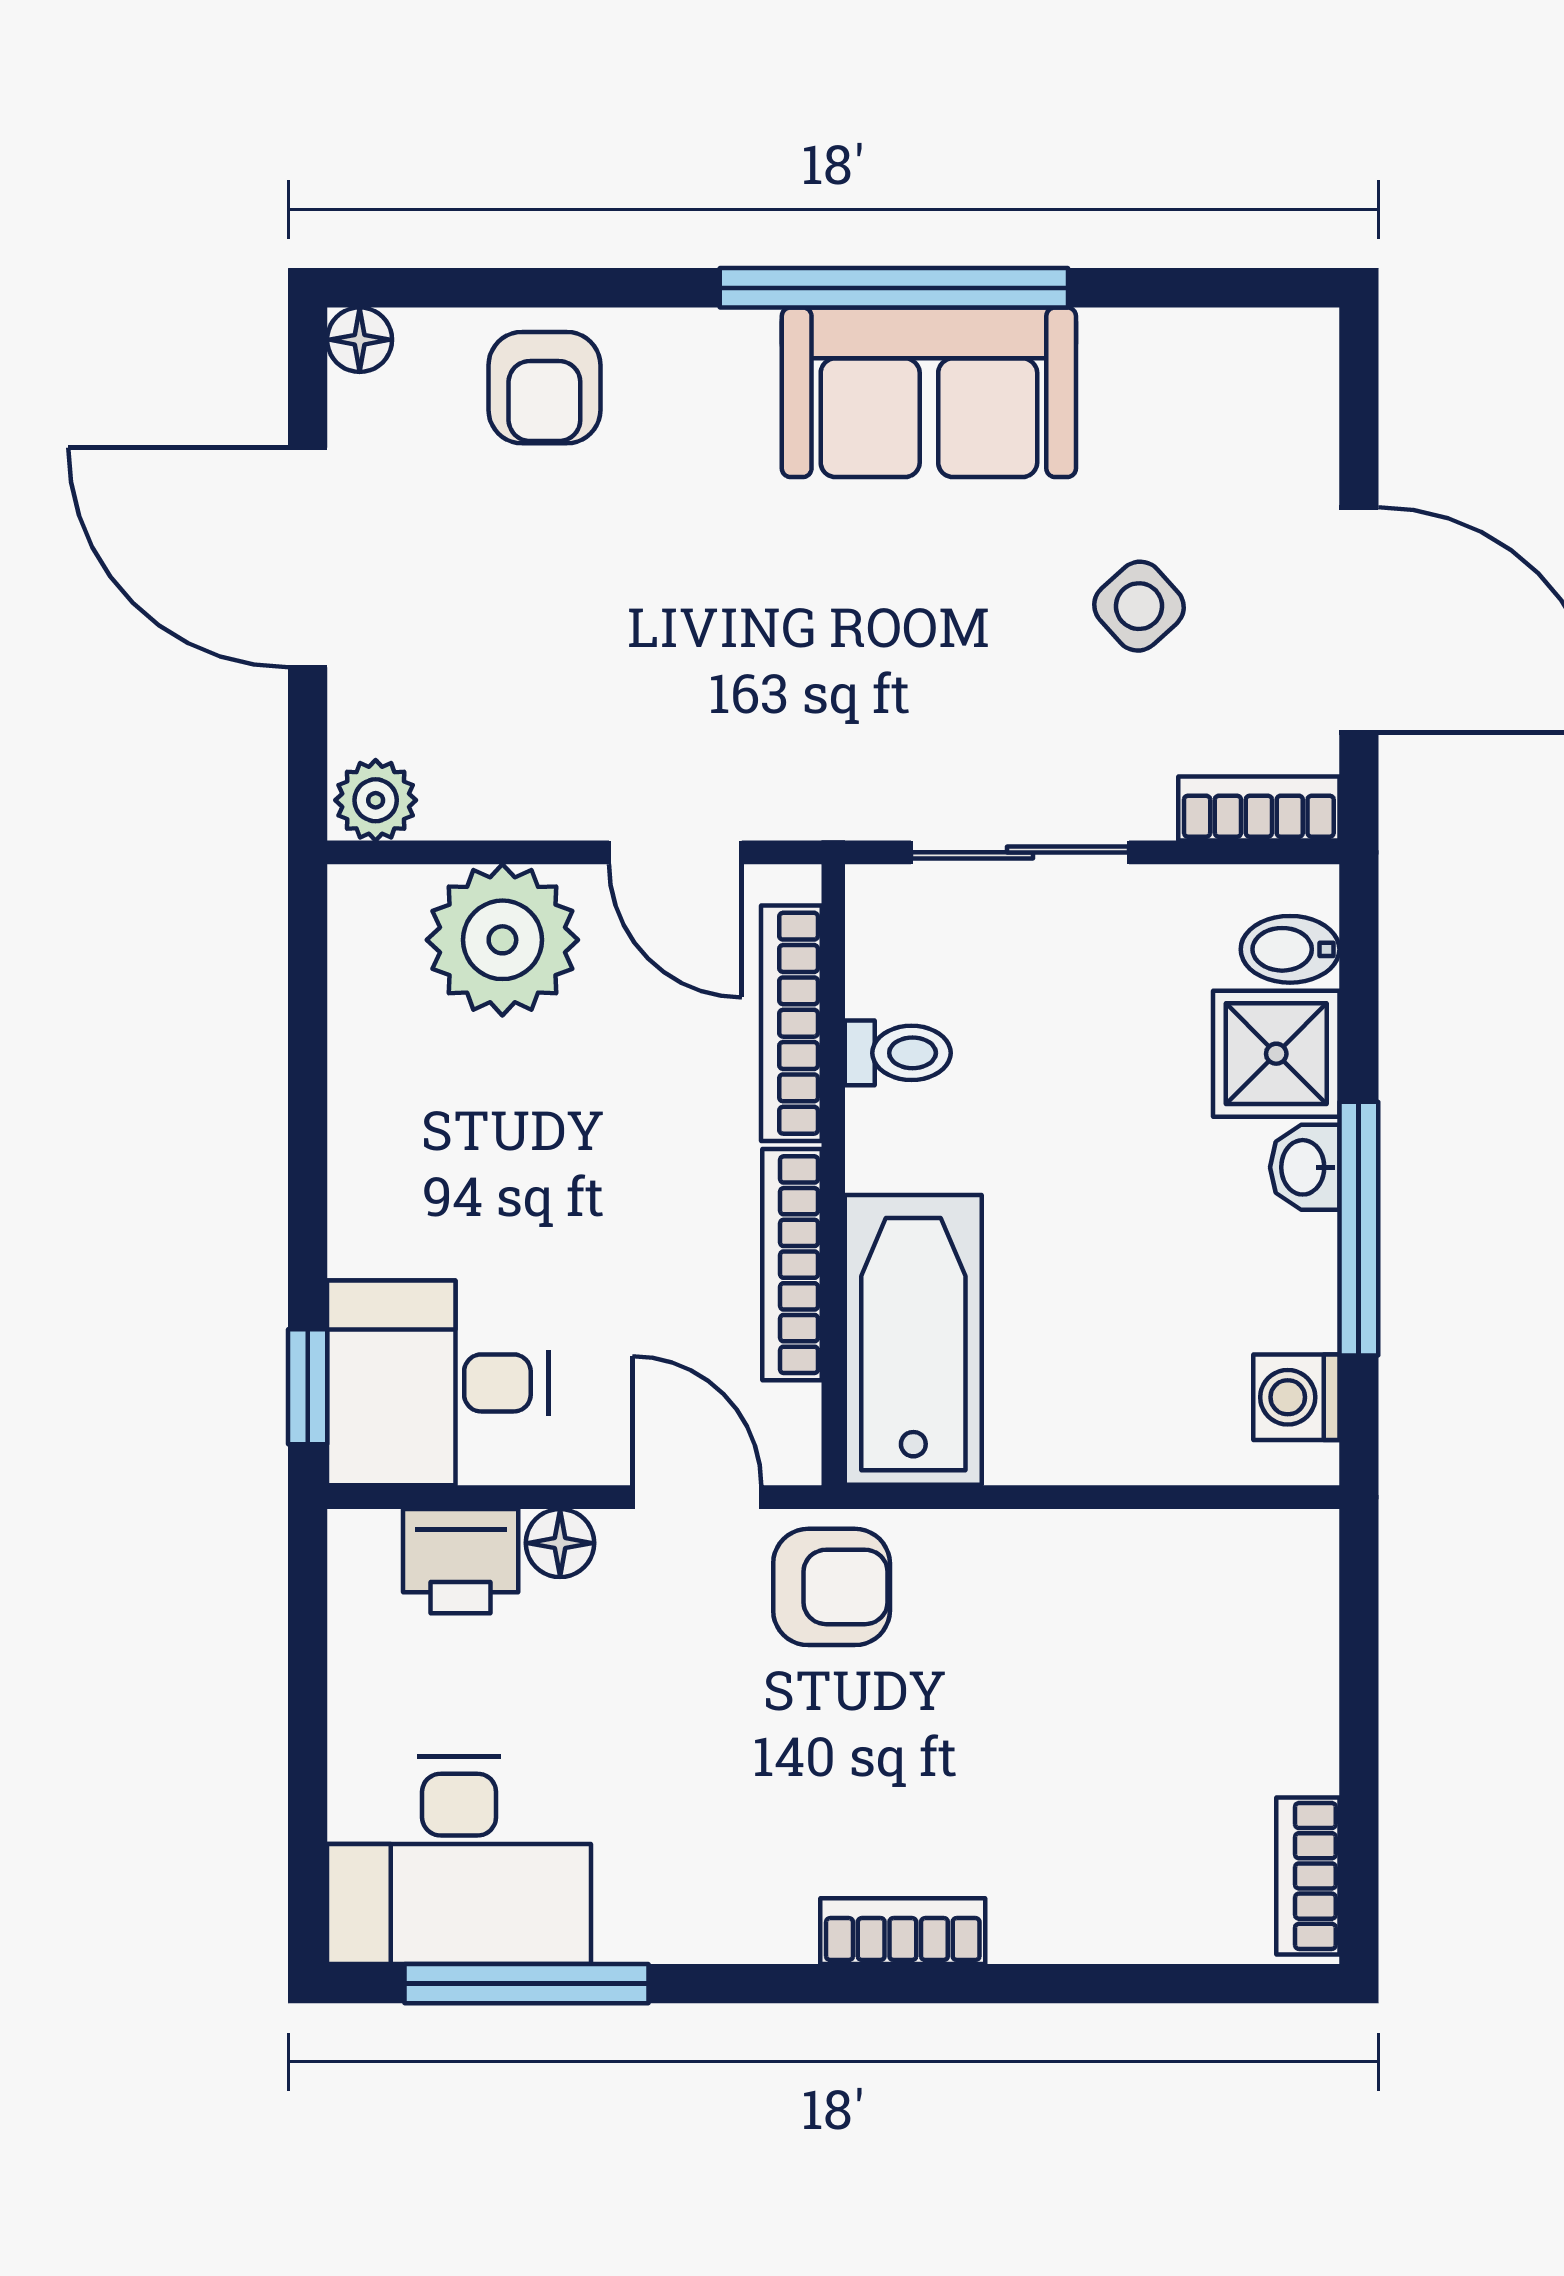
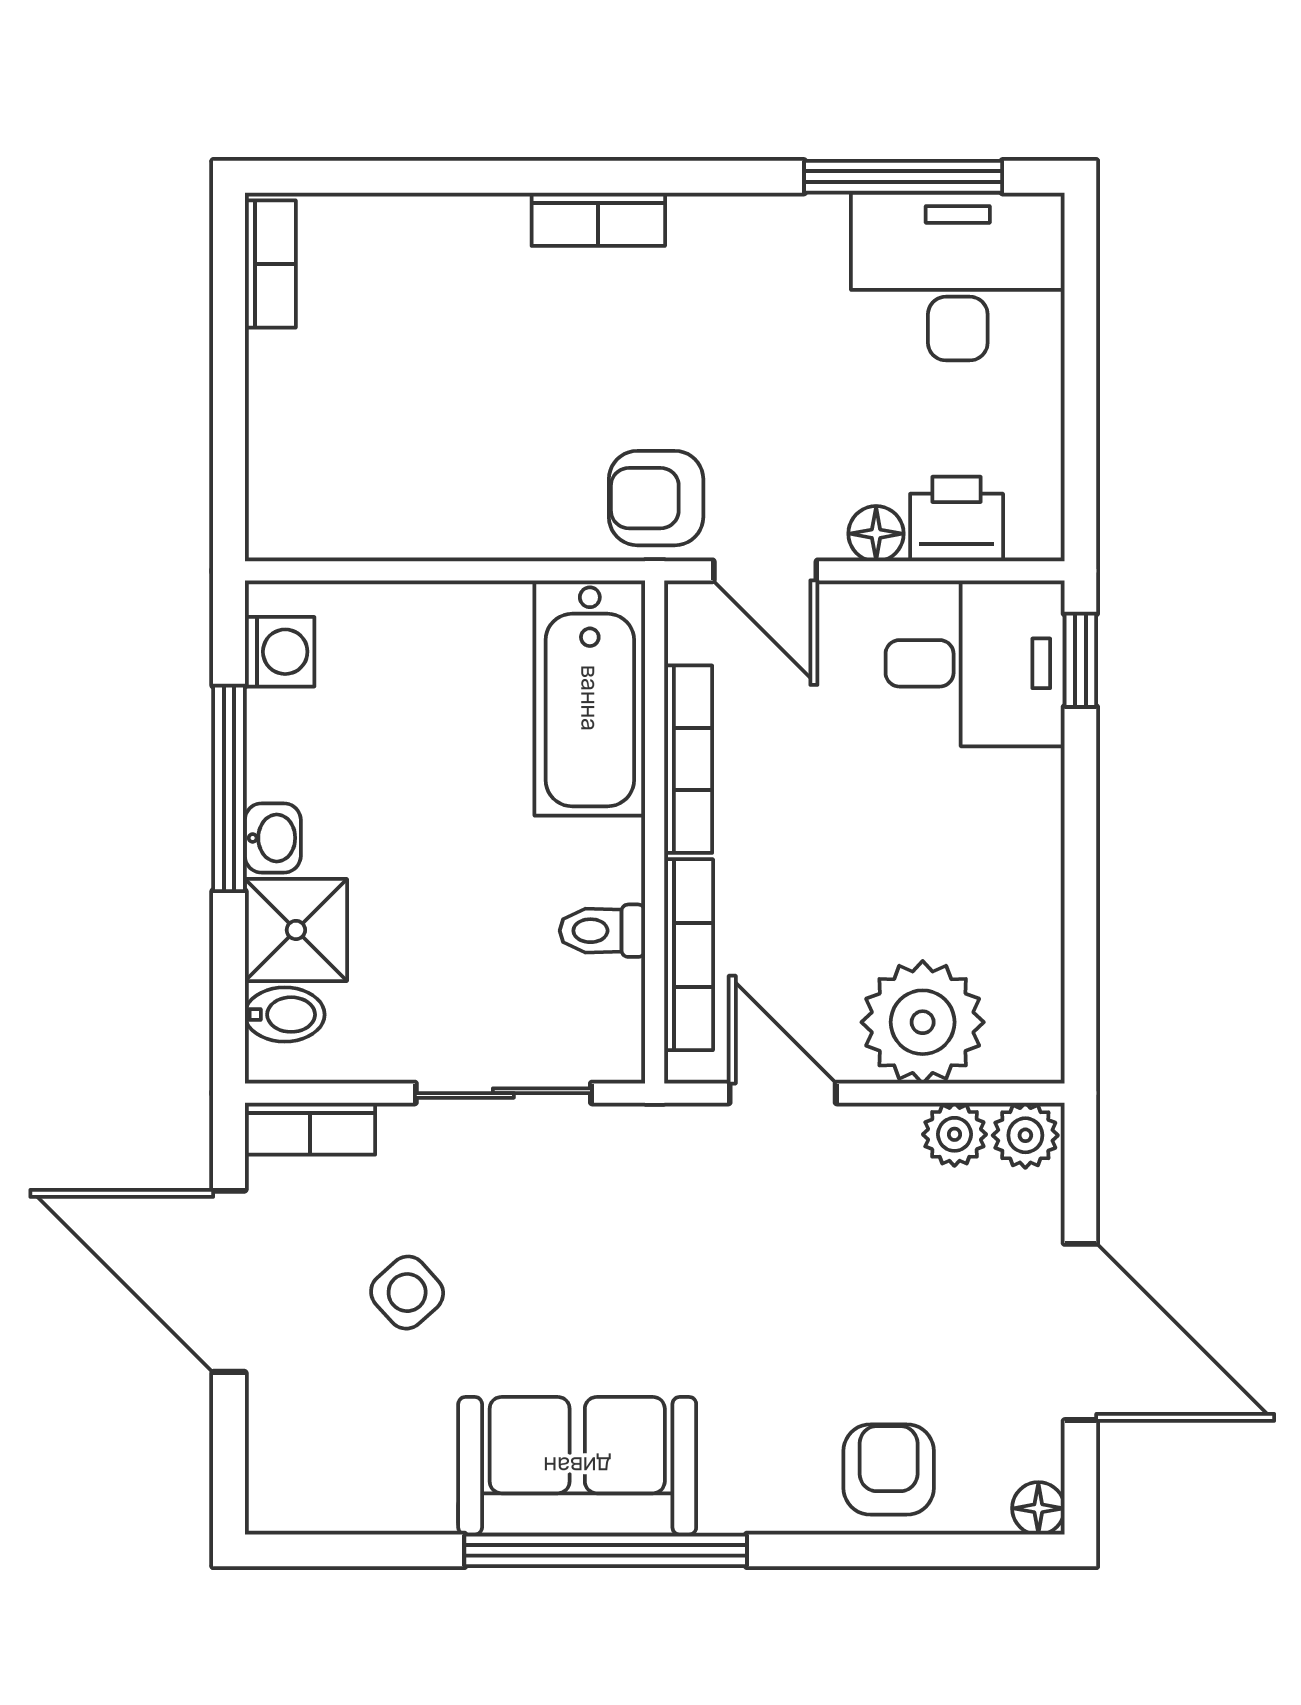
plant: (463, 801) -> (954, 1134), added

